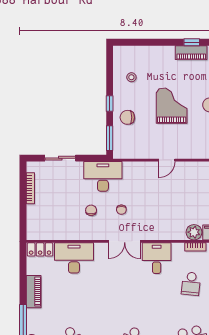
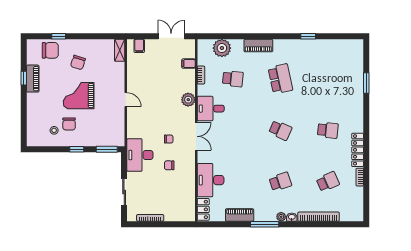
chair: (127, 117) -> (69, 124), moved
plant: (194, 232) -> (188, 100), moved

